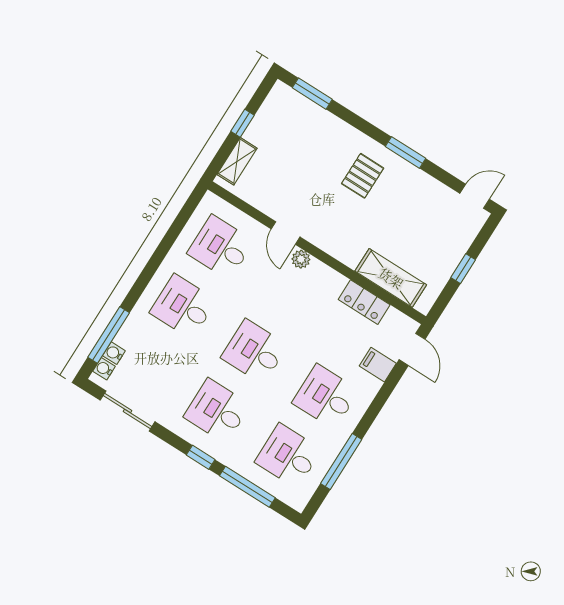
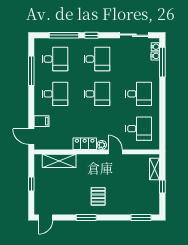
locker: (364, 302) -> (85, 144), moved

